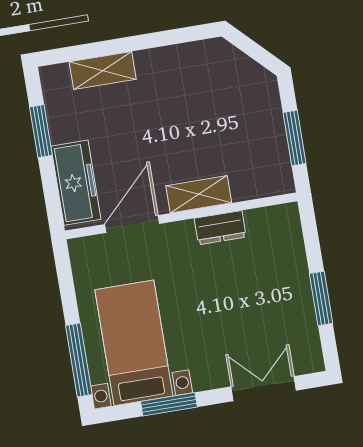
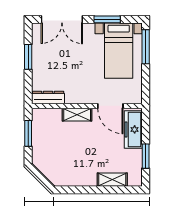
door: (132, 224) -> (110, 106), hinge flipped
dresser: (220, 228) -> (48, 97), moved, width x1.44
double door: (264, 389) -> (62, 19), width x1.37

